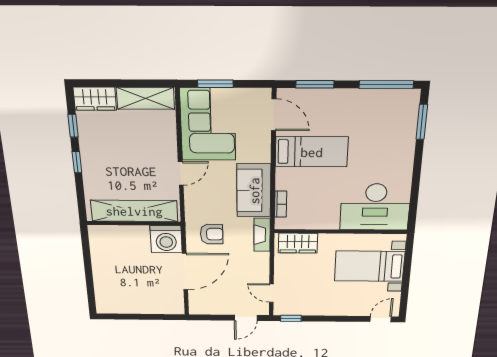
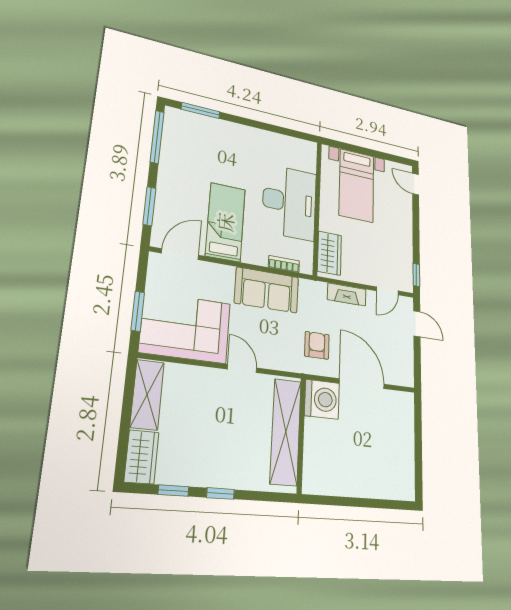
desk: (375, 207) -> (289, 202), moved
fireplace: (262, 235) -> (347, 294), moved

